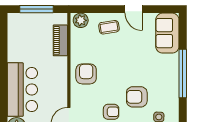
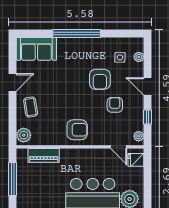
armchair: (86, 74) -> (77, 130), turned 180

